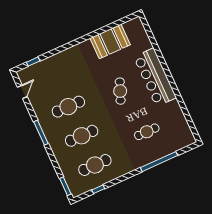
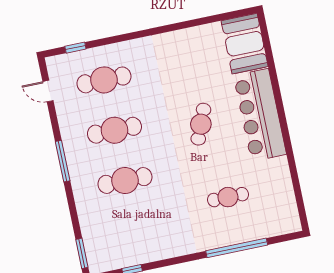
booth: (110, 41) -> (245, 44), moved, turned 90
door: (22, 92) -> (48, 91), swing flipped
cafe table: (95, 165) -> (104, 80), moved

